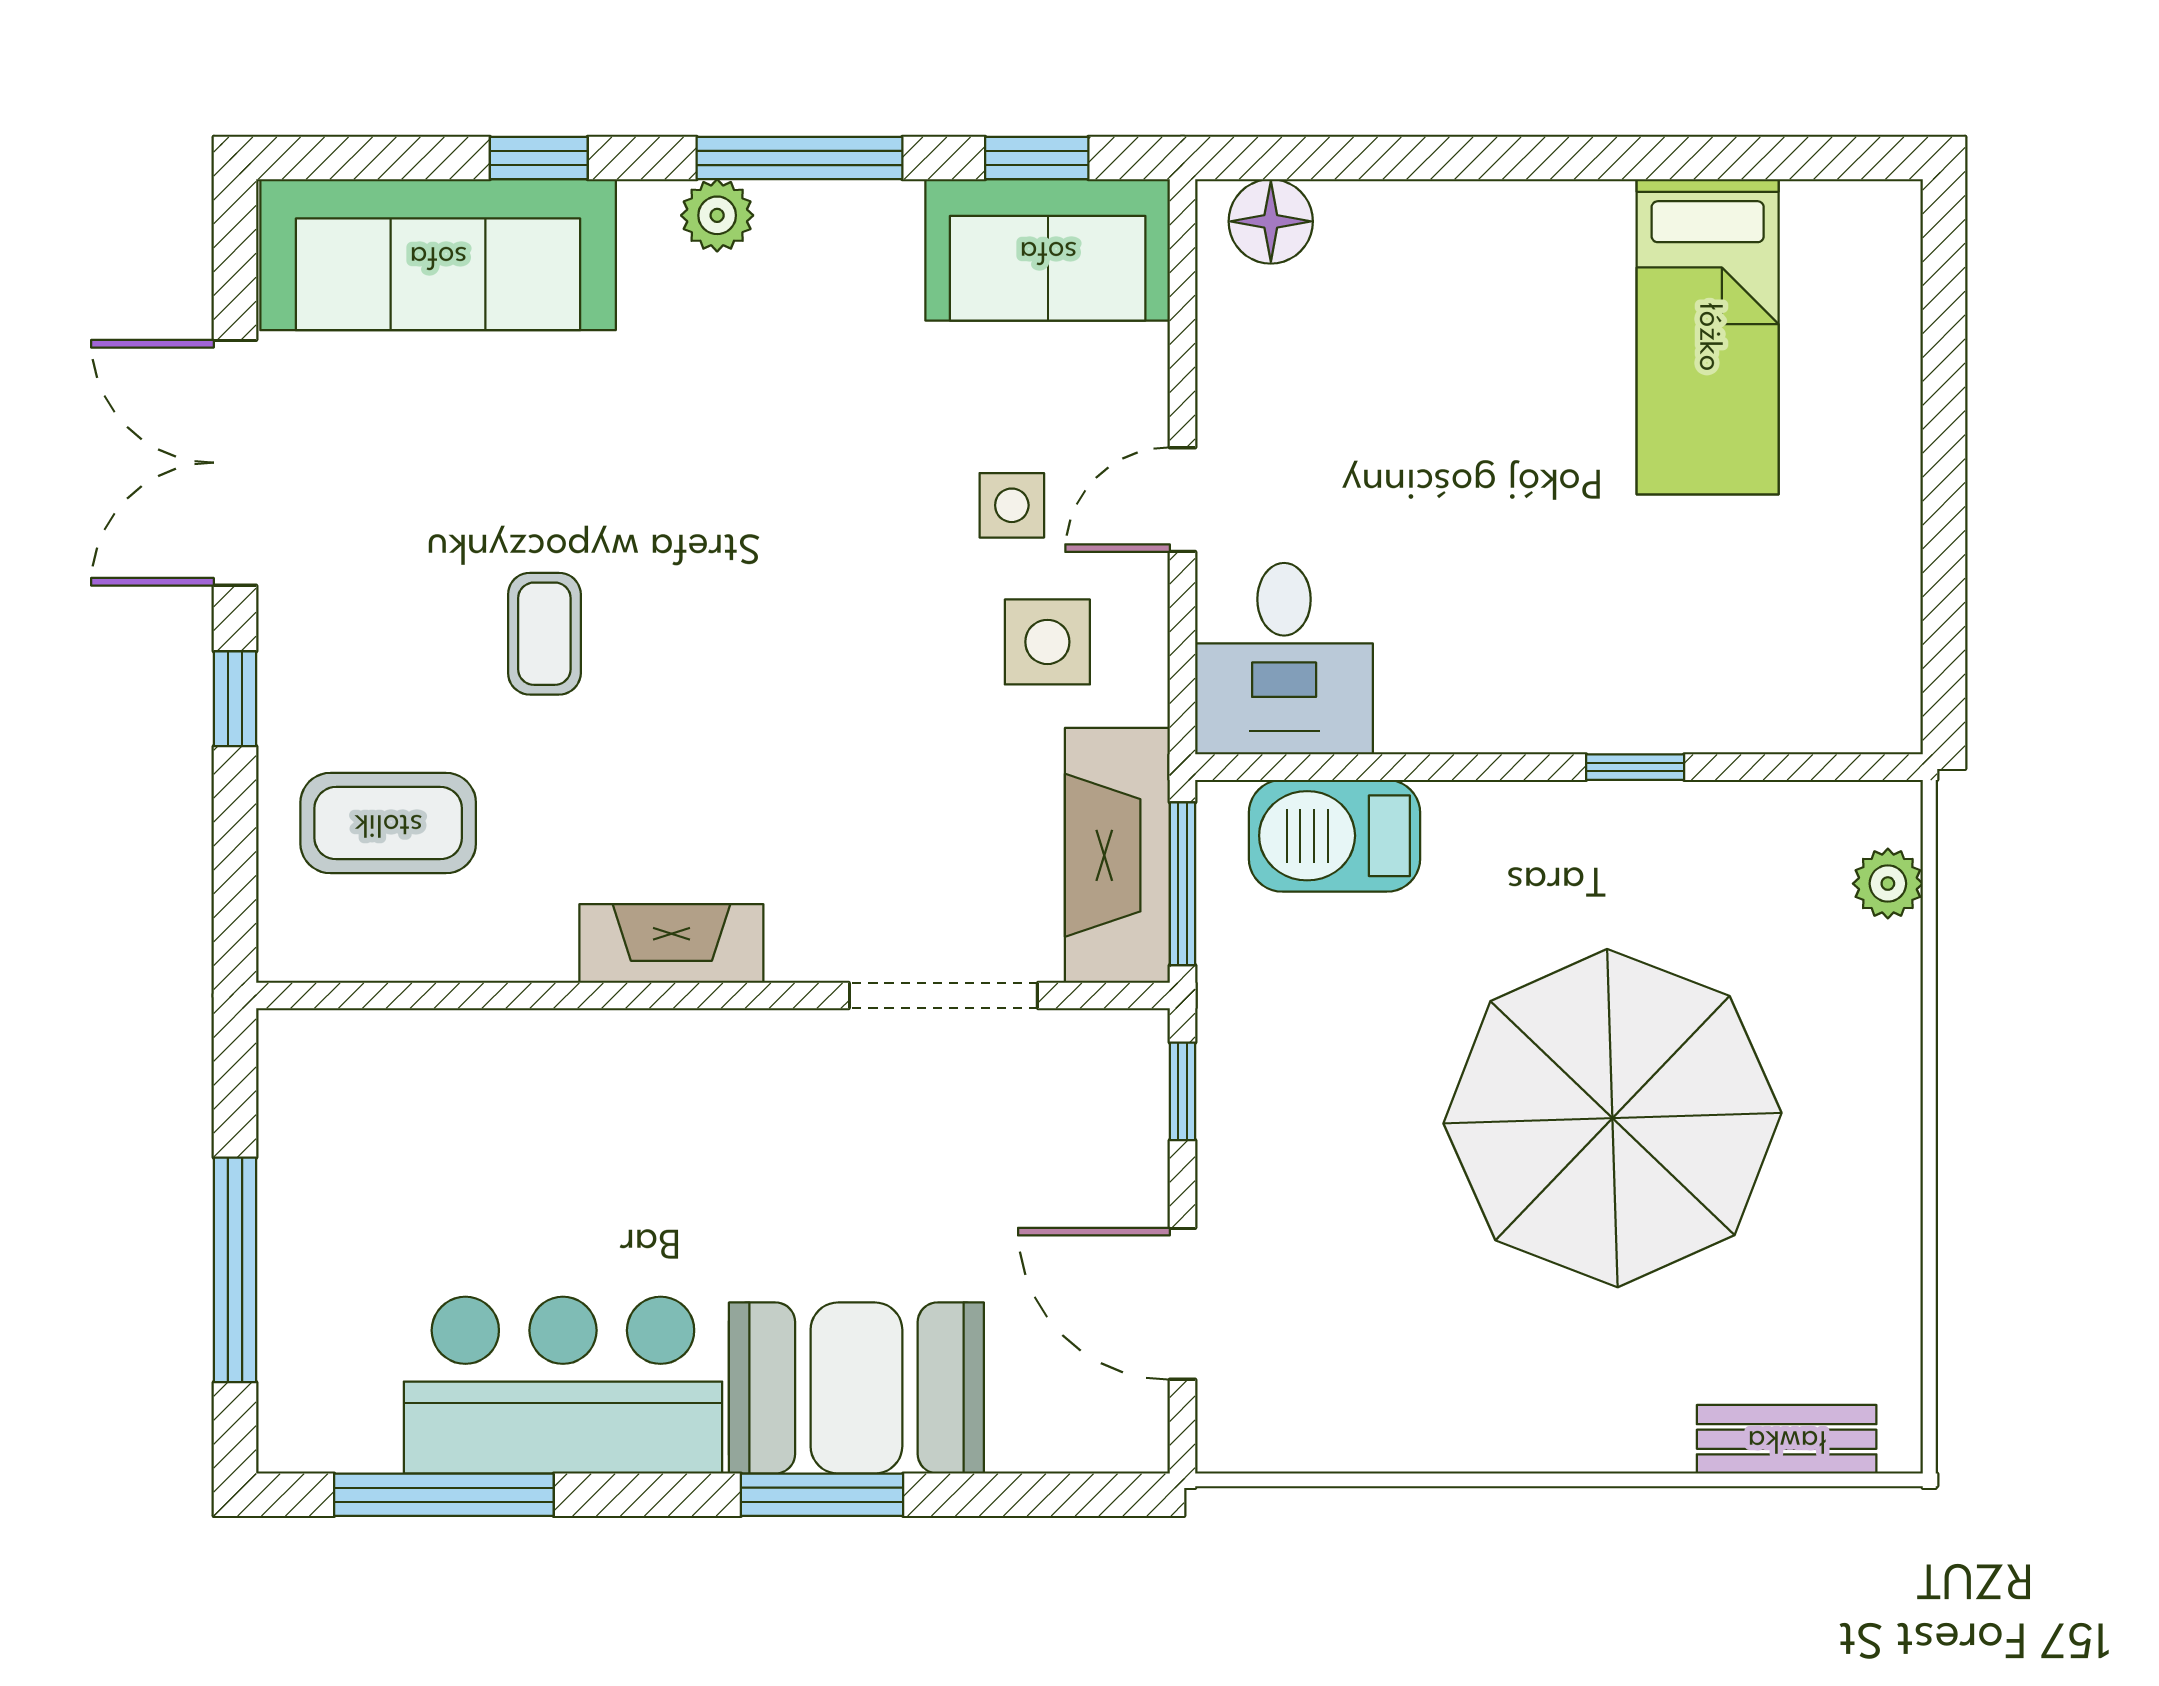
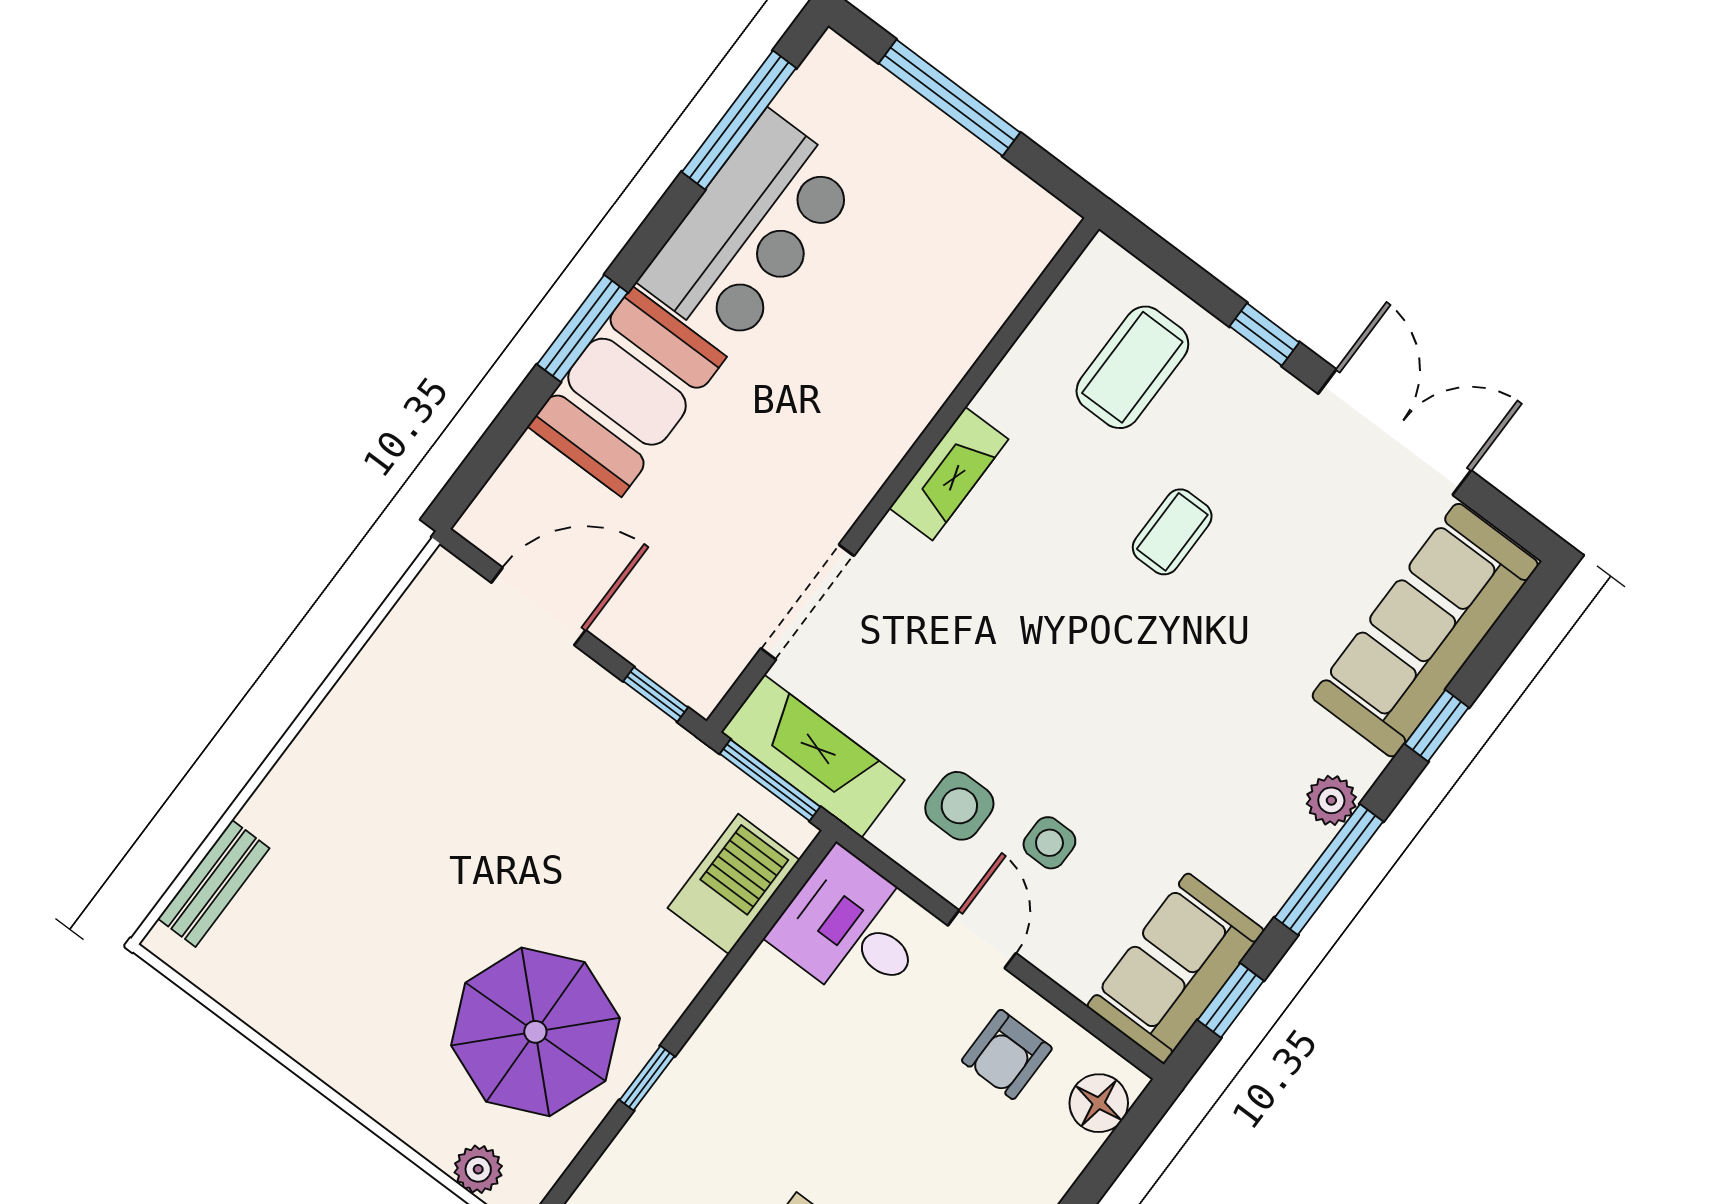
armchair: (1294, 370) -> (1007, 1054), added
coffee table: (544, 634) -> (1172, 532), turned 90
parasol: (1612, 1118) -> (535, 1032), moved, width x0.73, depth x0.73

